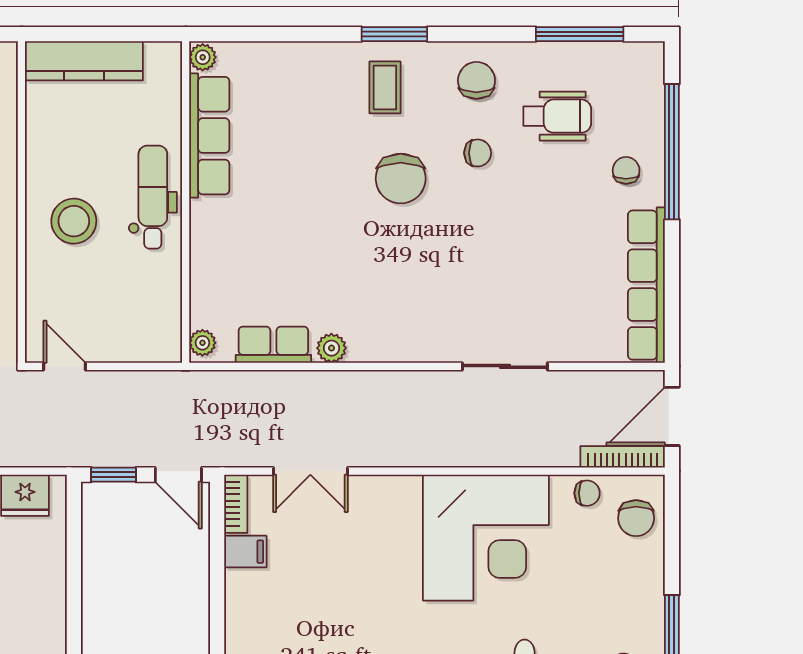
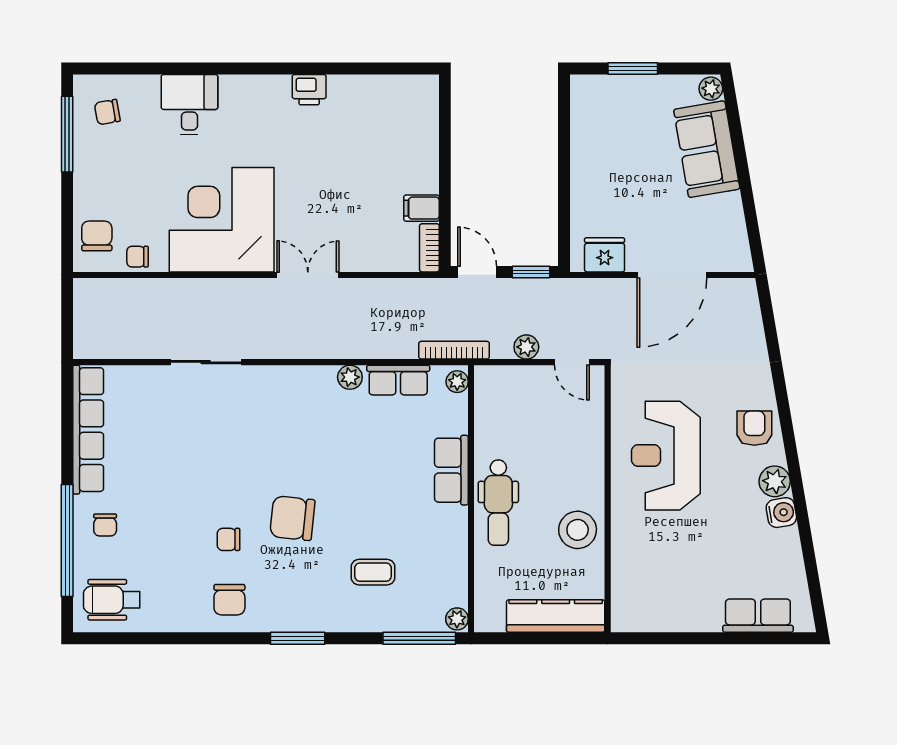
window: (580, 34) -> (419, 638), moved
coffee table: (385, 87) -> (373, 572), moved, turned 90
wheelchair: (557, 116) -> (112, 600), moved
row of seats: (209, 136) -> (451, 470), moved, width x0.68
chair: (401, 179) -> (292, 518), turned -84
stool: (74, 221) -> (578, 530), moved
plant: (119, 384) -> (526, 347), added
door: (672, 416) -> (67, 320), removed
bookcase: (623, 457) -> (454, 350), moved, turned 180
double door: (310, 471) -> (308, 275), moved

